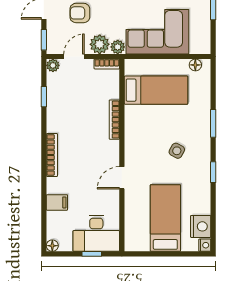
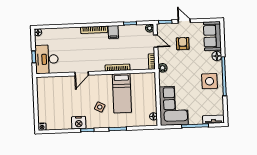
corner sofa: (157, 32) -> (174, 106), moved
plant: (100, 44) -> (164, 56), removed
bed: (156, 90) -> (122, 93), moved
door: (122, 178) -> (82, 74), swing flipped
filing cabinet: (57, 202) -> (113, 32), moved
bed: (165, 218) -> (58, 102), removed
nightstand: (201, 226) -> (79, 123), moved

